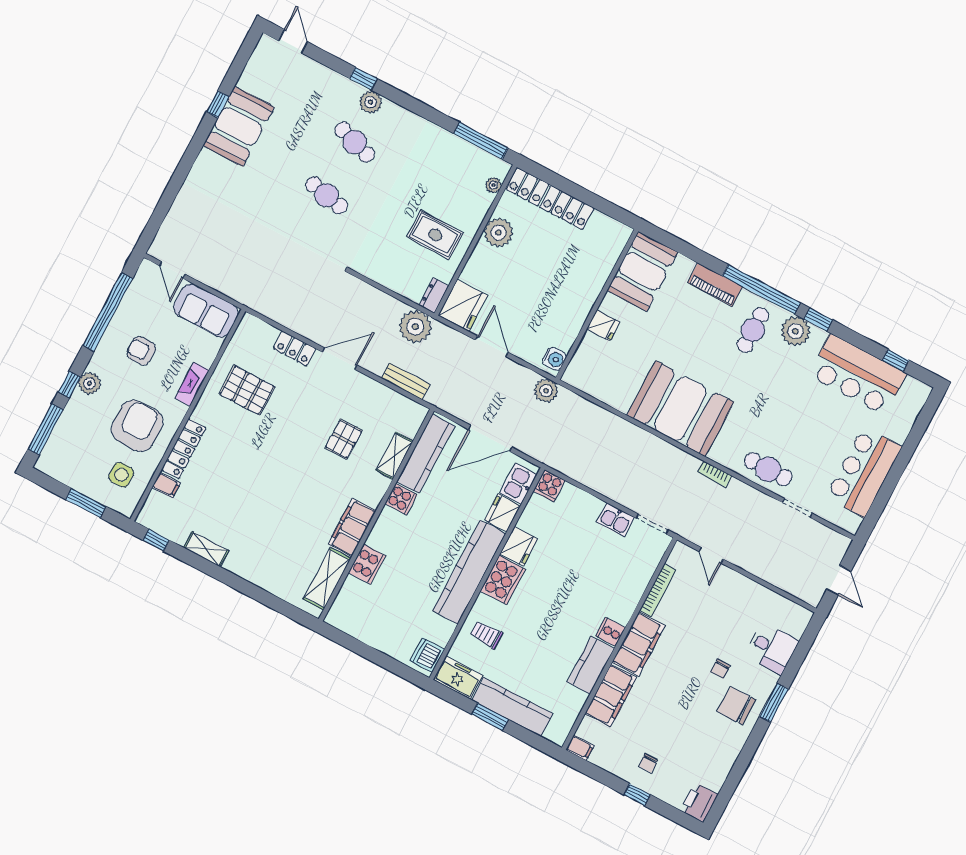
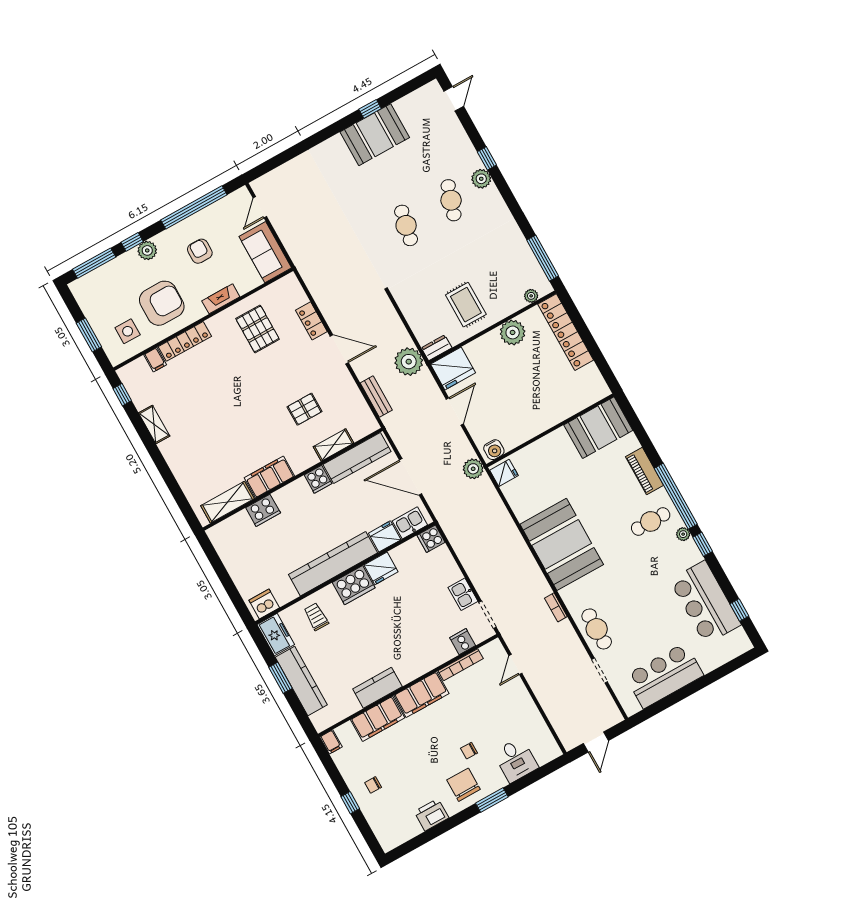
fridge: (603, 326) -> (504, 473), moved, turned -90
plant: (796, 331) -> (683, 534), width x0.53, depth x0.53
cooker: (610, 632) -> (463, 642), moved
printer: (699, 802) -> (431, 815), moved

